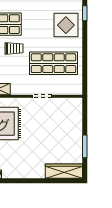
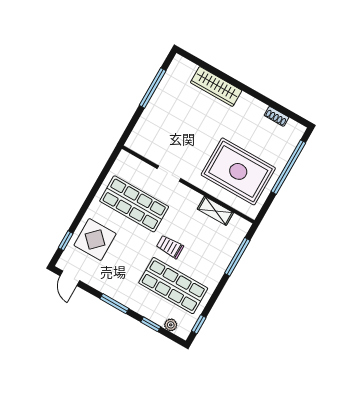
window: (85, 146) -> (153, 88), width x1.44
wardrobe: (64, 171) -> (216, 86), moved

